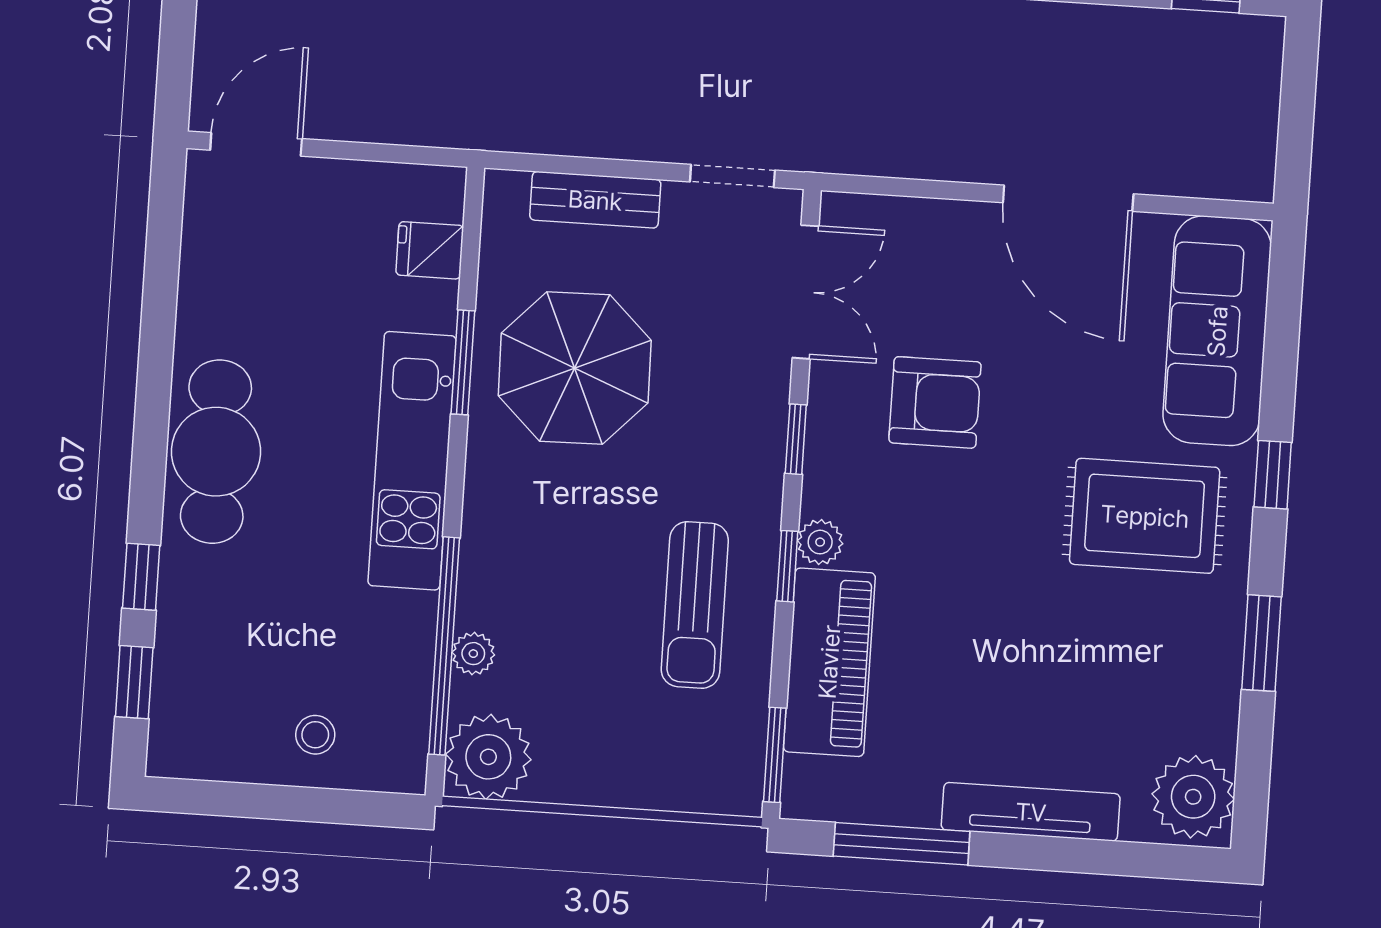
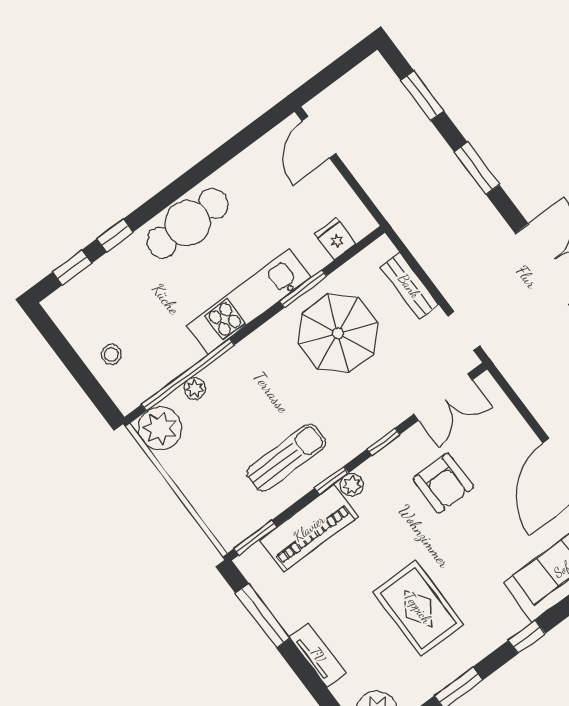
door: (256, 144) -> (319, 137), swing flipped
rug: (1145, 516) -> (418, 608), moved
sun lounger: (695, 605) -> (286, 458), turned 180
tv unit: (1031, 812) -> (318, 655), width x0.71

